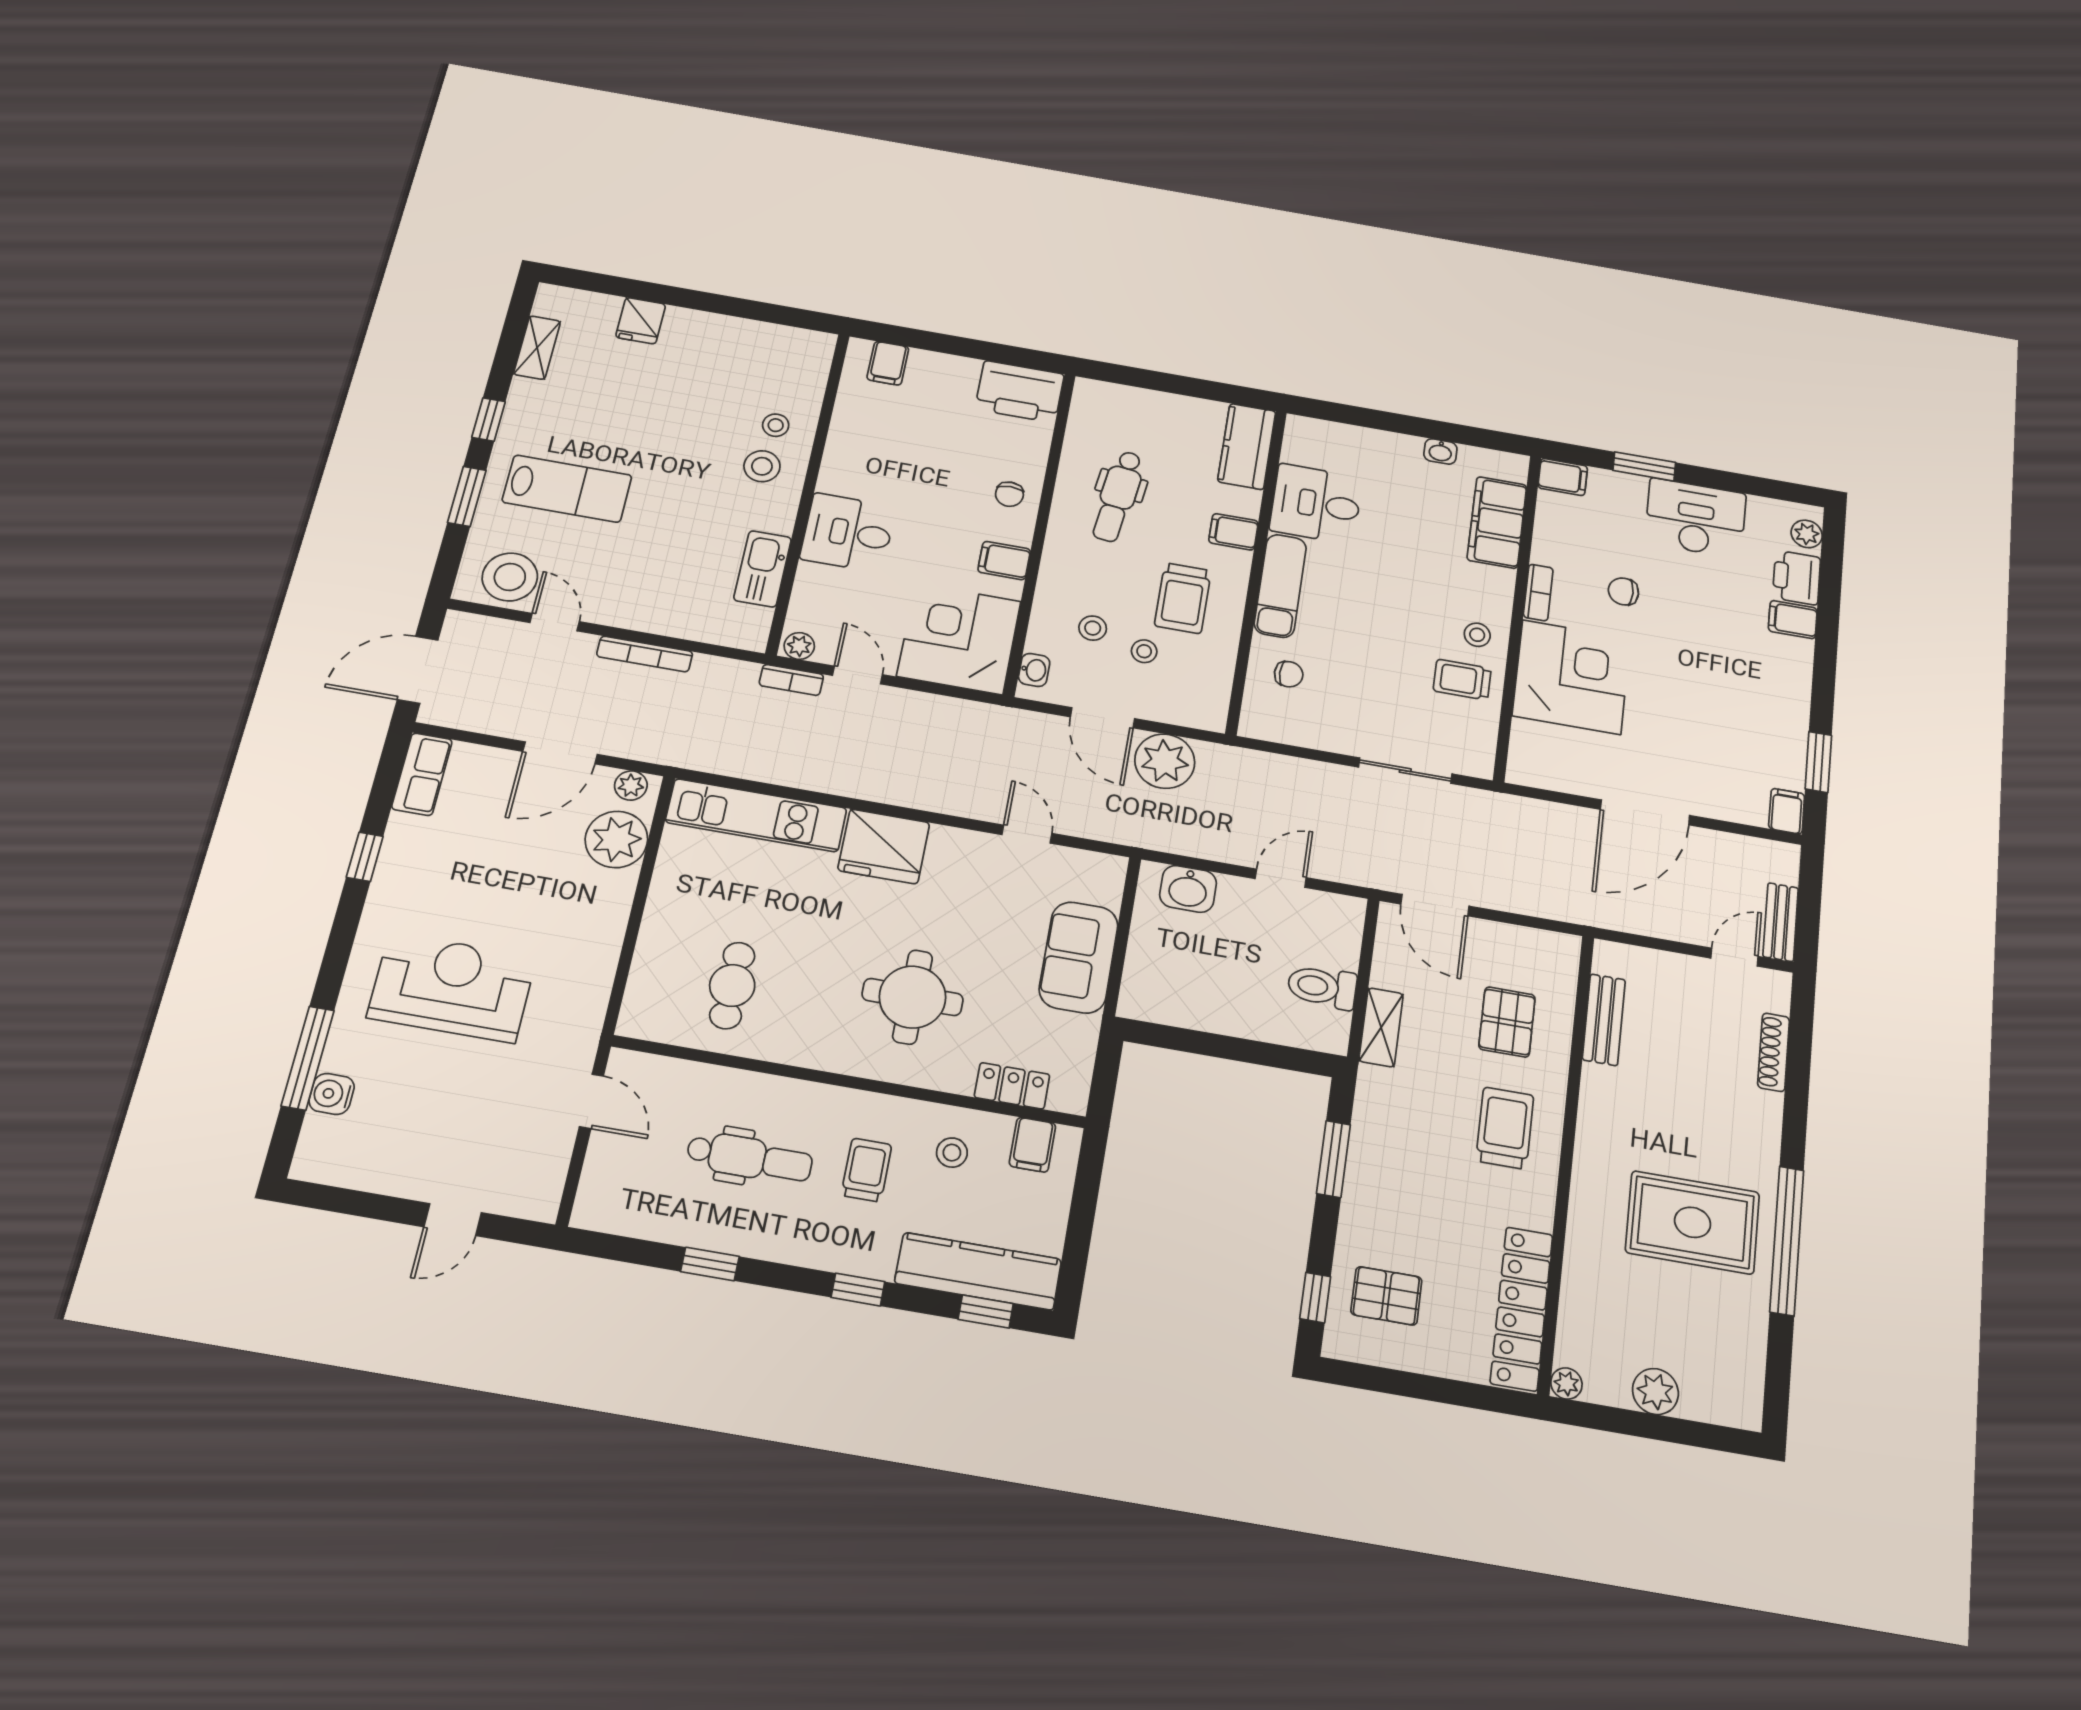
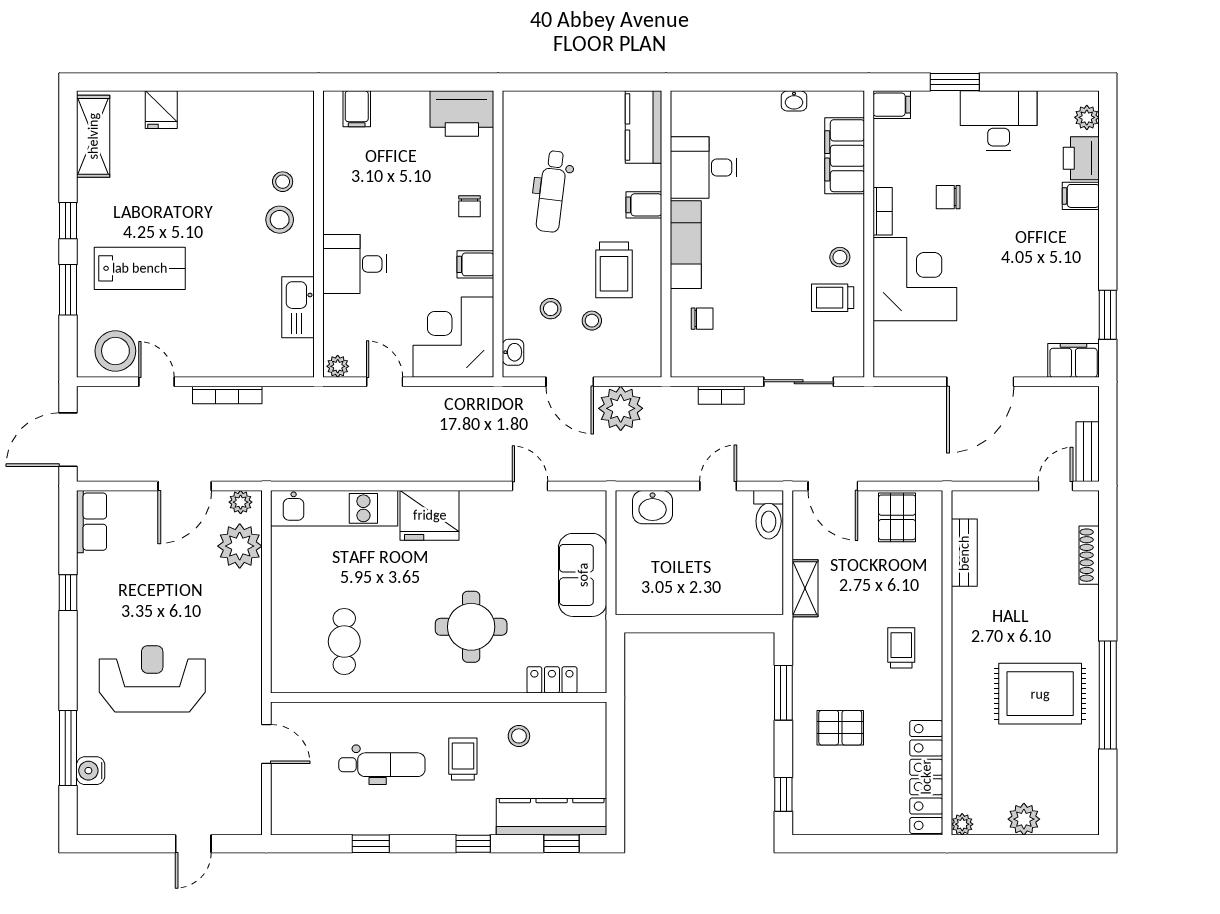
shelving: (537, 348) -> (93, 136), width x1.50, depth x1.33
bookcase: (791, 680) -> (721, 395), moved
filing cabinet: (1787, 811) -> (1074, 360), width x2.00
toilet: (1322, 987) -> (769, 515), moved, turned -90
pallet: (1507, 1022) -> (897, 517), moved
trolley: (1505, 1128) -> (901, 648), width x0.73, depth x0.72
filing cabinet: (1032, 1145) -> (573, 720), removed
pallet: (1386, 1296) -> (840, 728), moved

